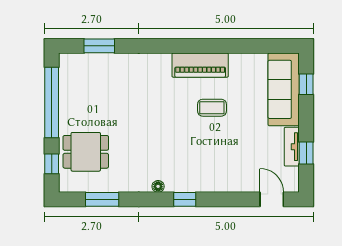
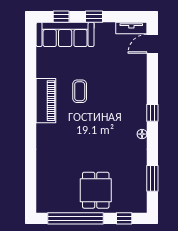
window: (99, 46) -> (31, 181), removed
tv unit: (292, 147) -> (131, 28), moved
dining table: (86, 152) -> (96, 190), moved
window: (306, 153) -> (94, 17), moved

